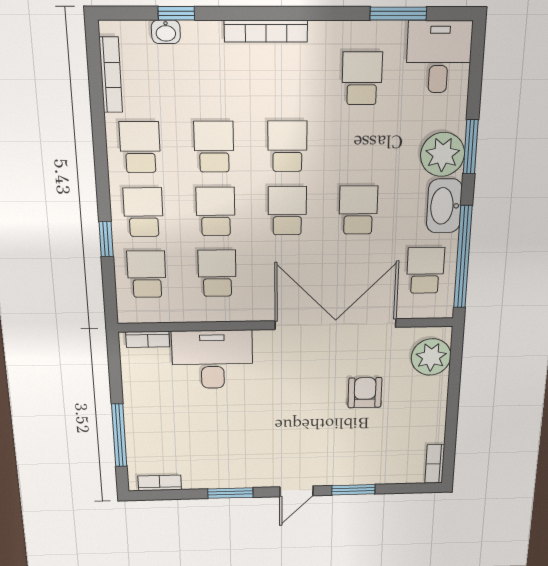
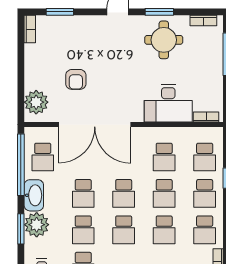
school desk: (360, 146) -> (83, 230), added
round table: (222, 454) -> (164, 40), added
window: (353, 490) -> (60, 12), moved

